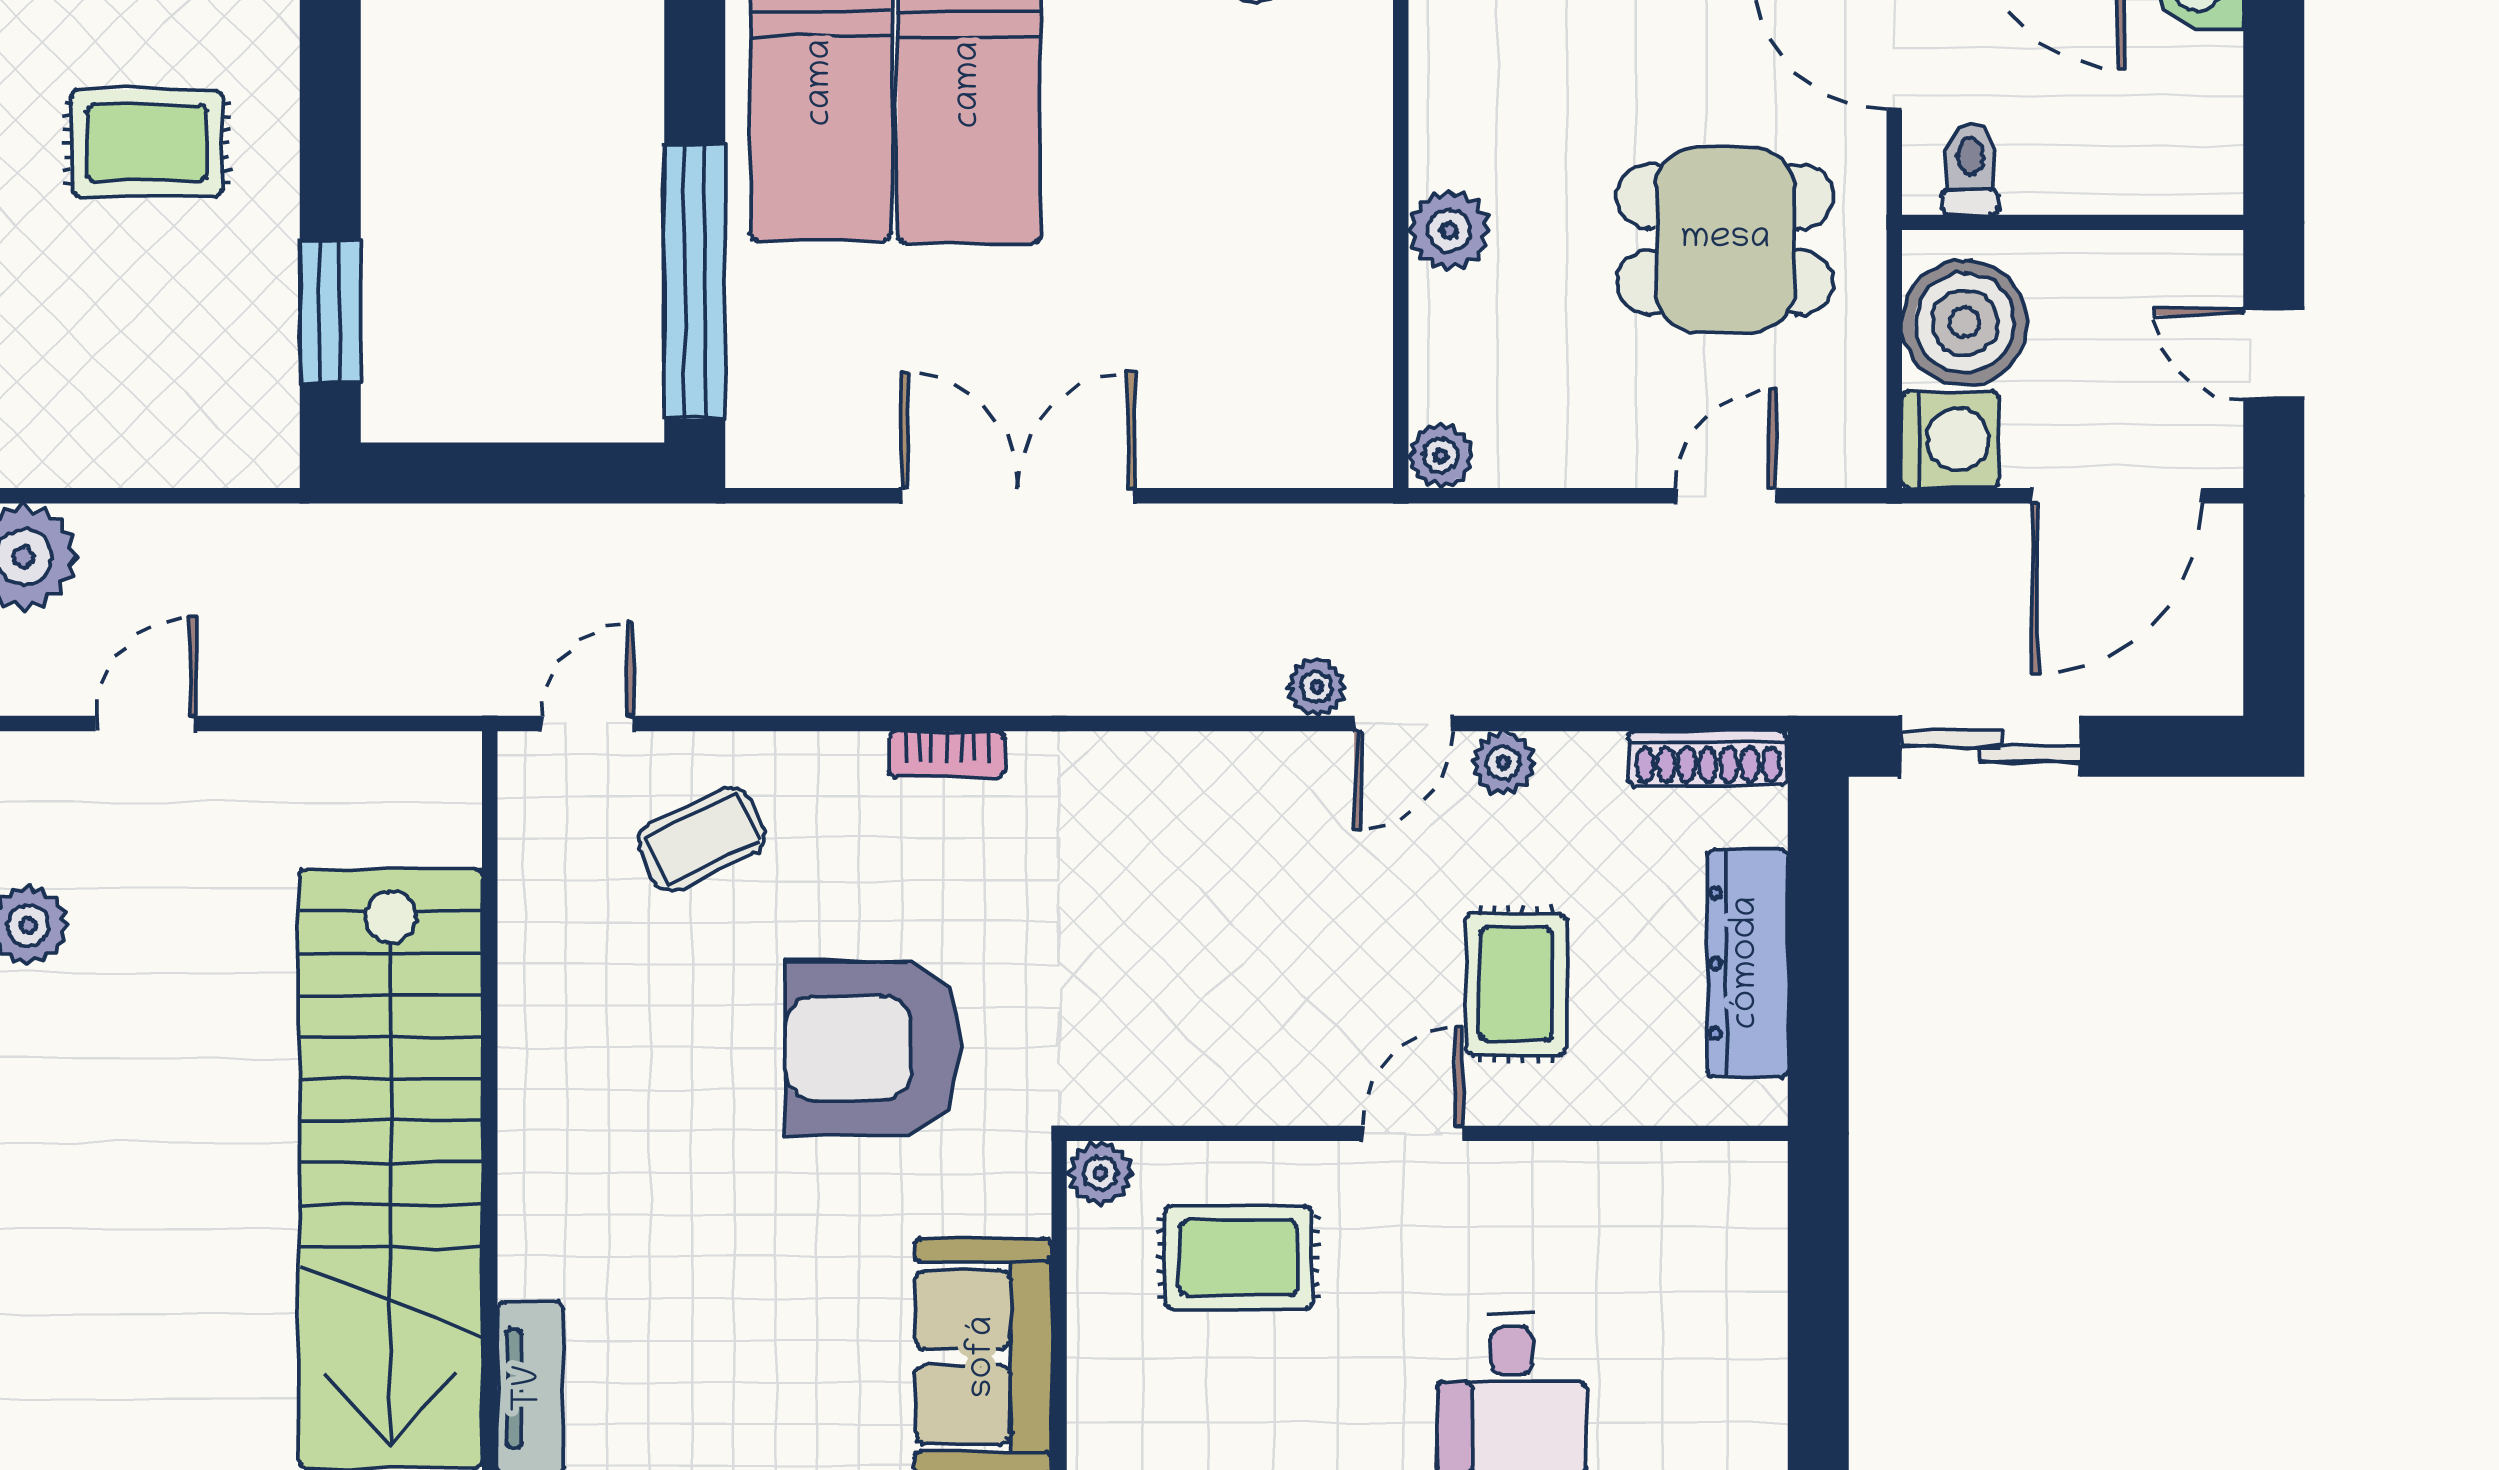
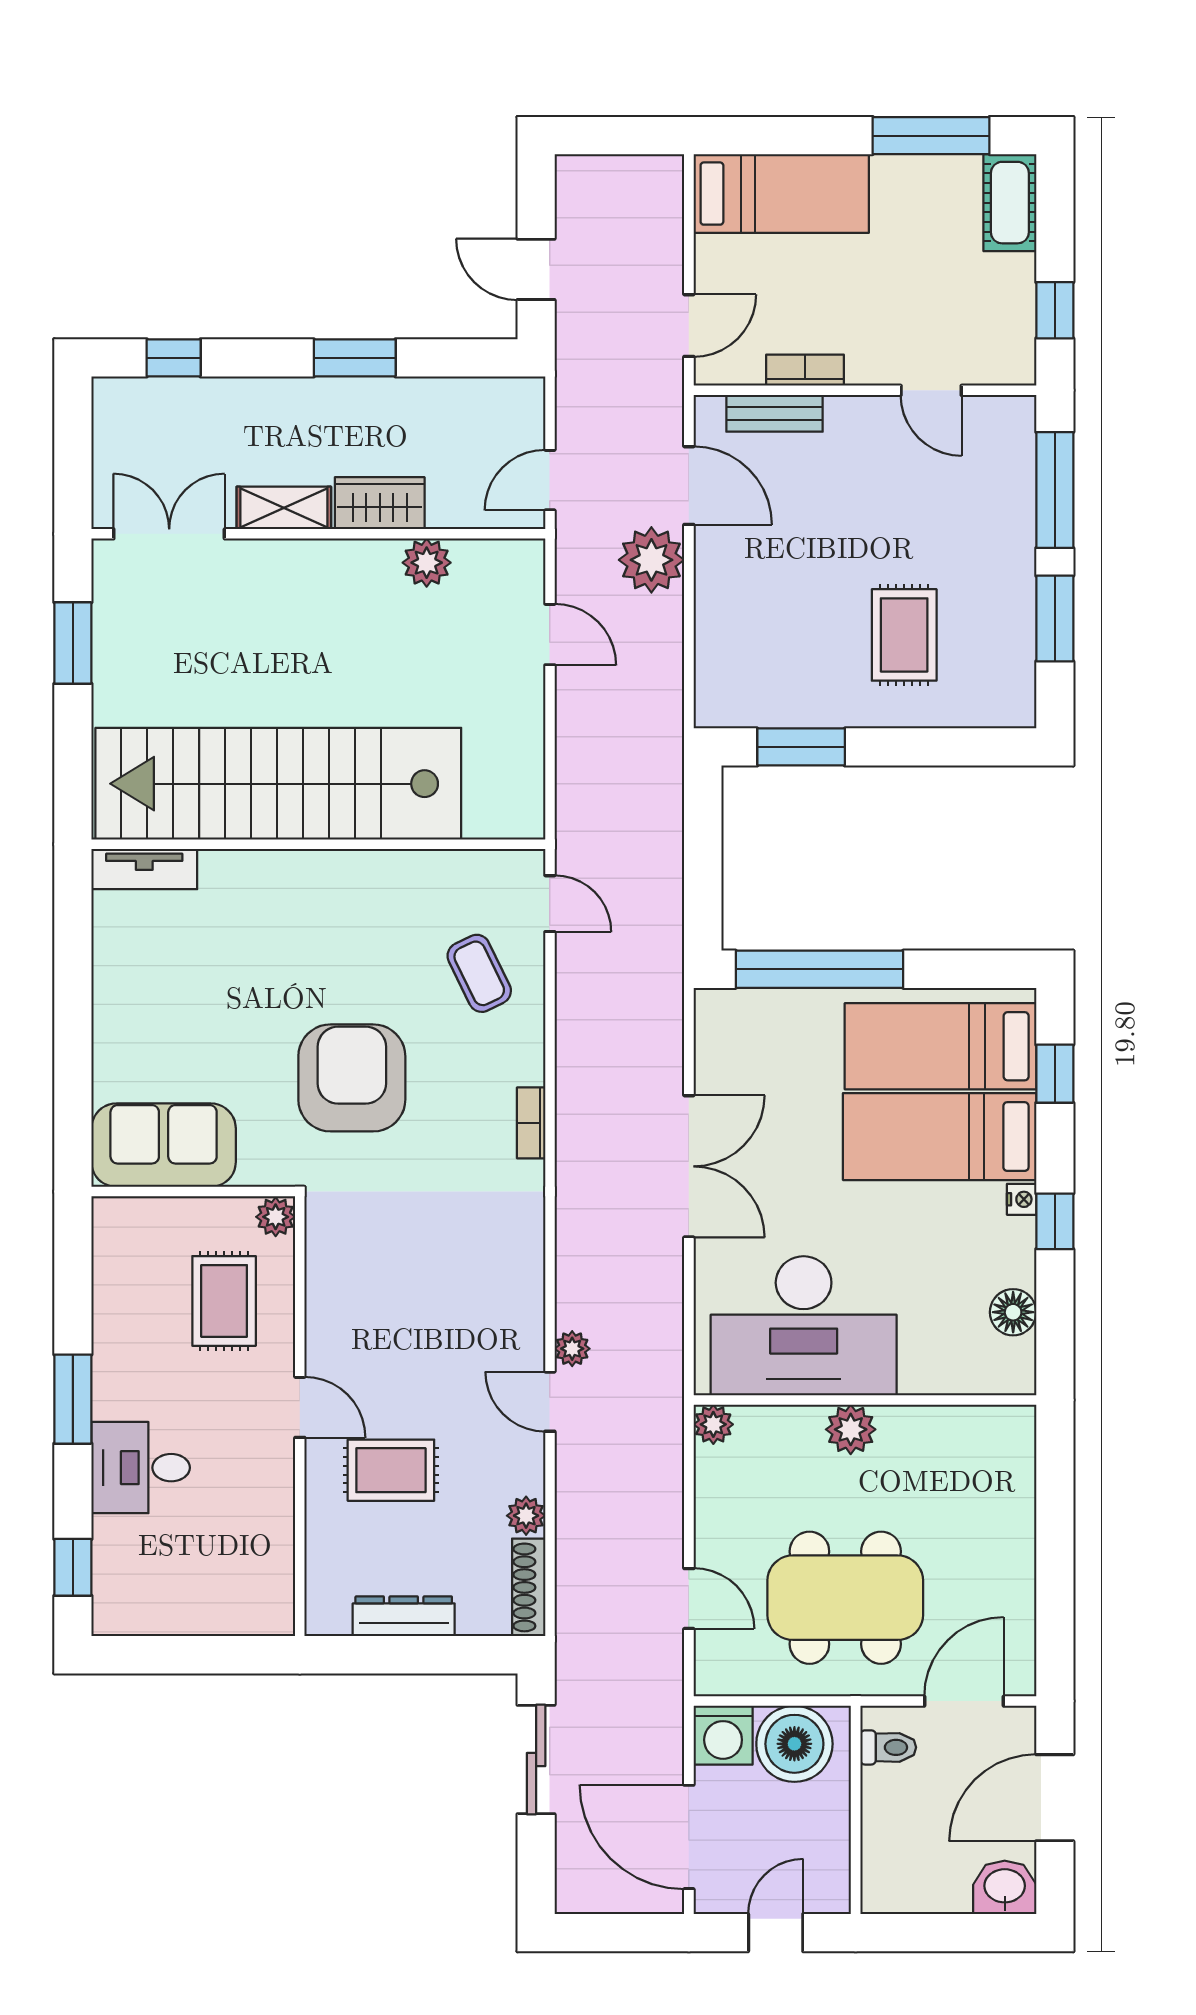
dining table: (1725, 239) -> (845, 1598), width x1.38
desk: (1279, 308) -> (804, 1326), added
plant: (1503, 763) -> (526, 1516), moved
dresser: (1747, 963) -> (404, 1616), width x0.73, depth x0.80

